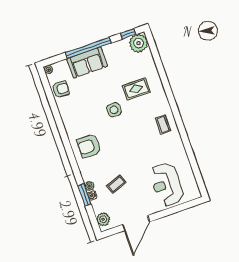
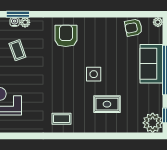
armchair: (61, 89) -> (133, 28), turned 76
rug: (136, 89) -> (107, 104), turned 90

